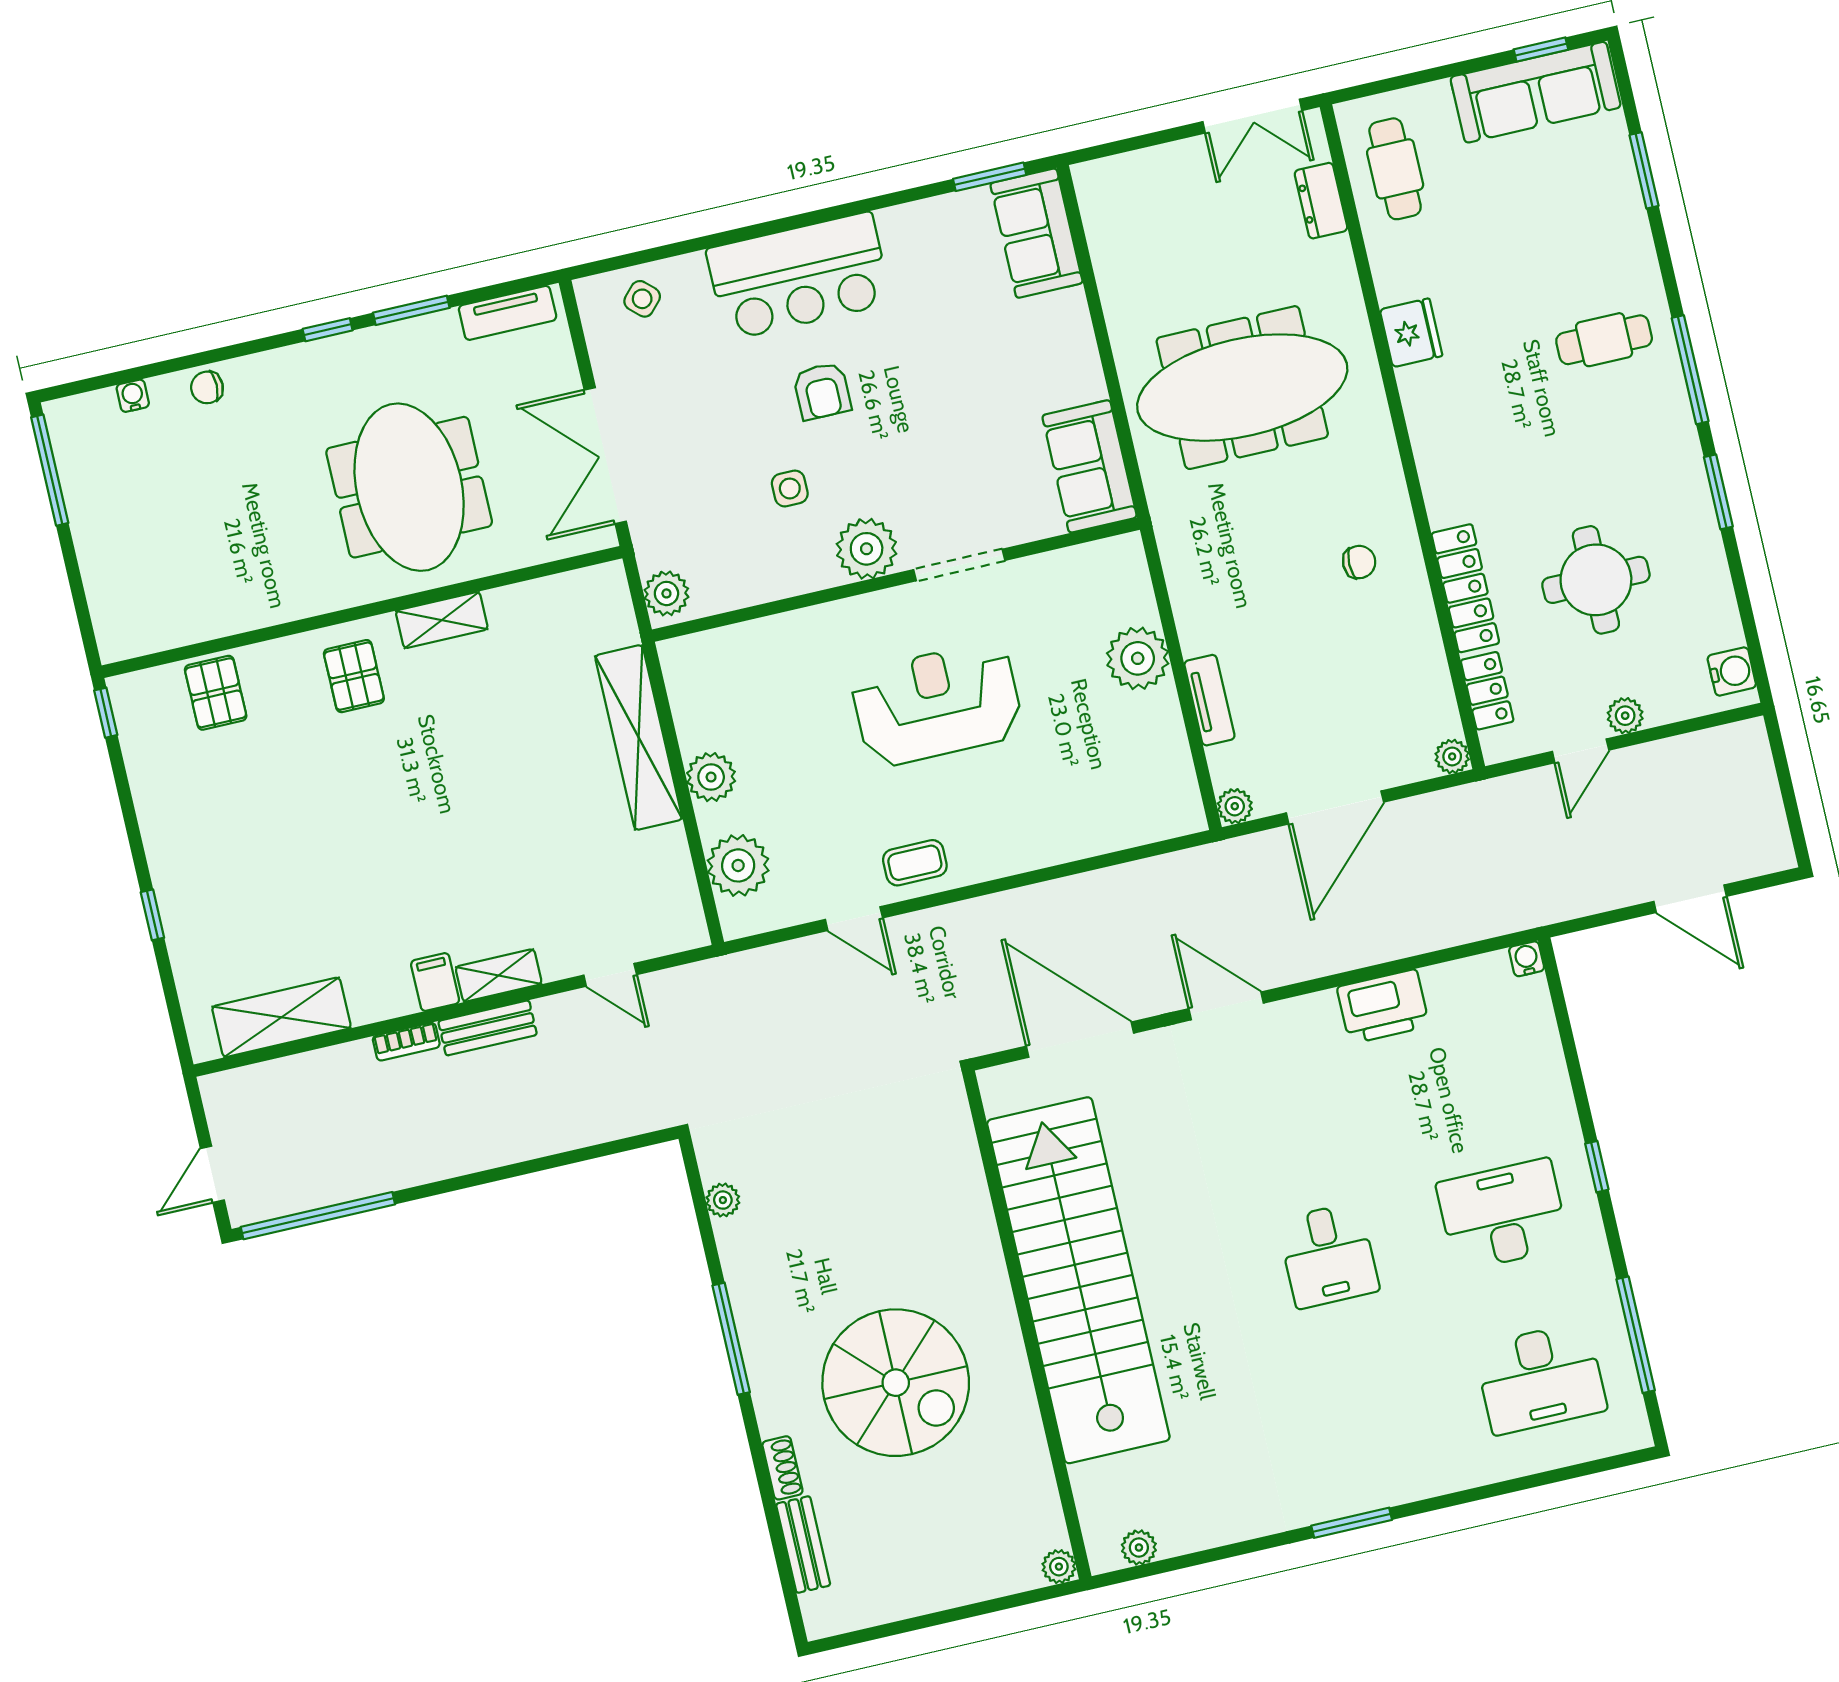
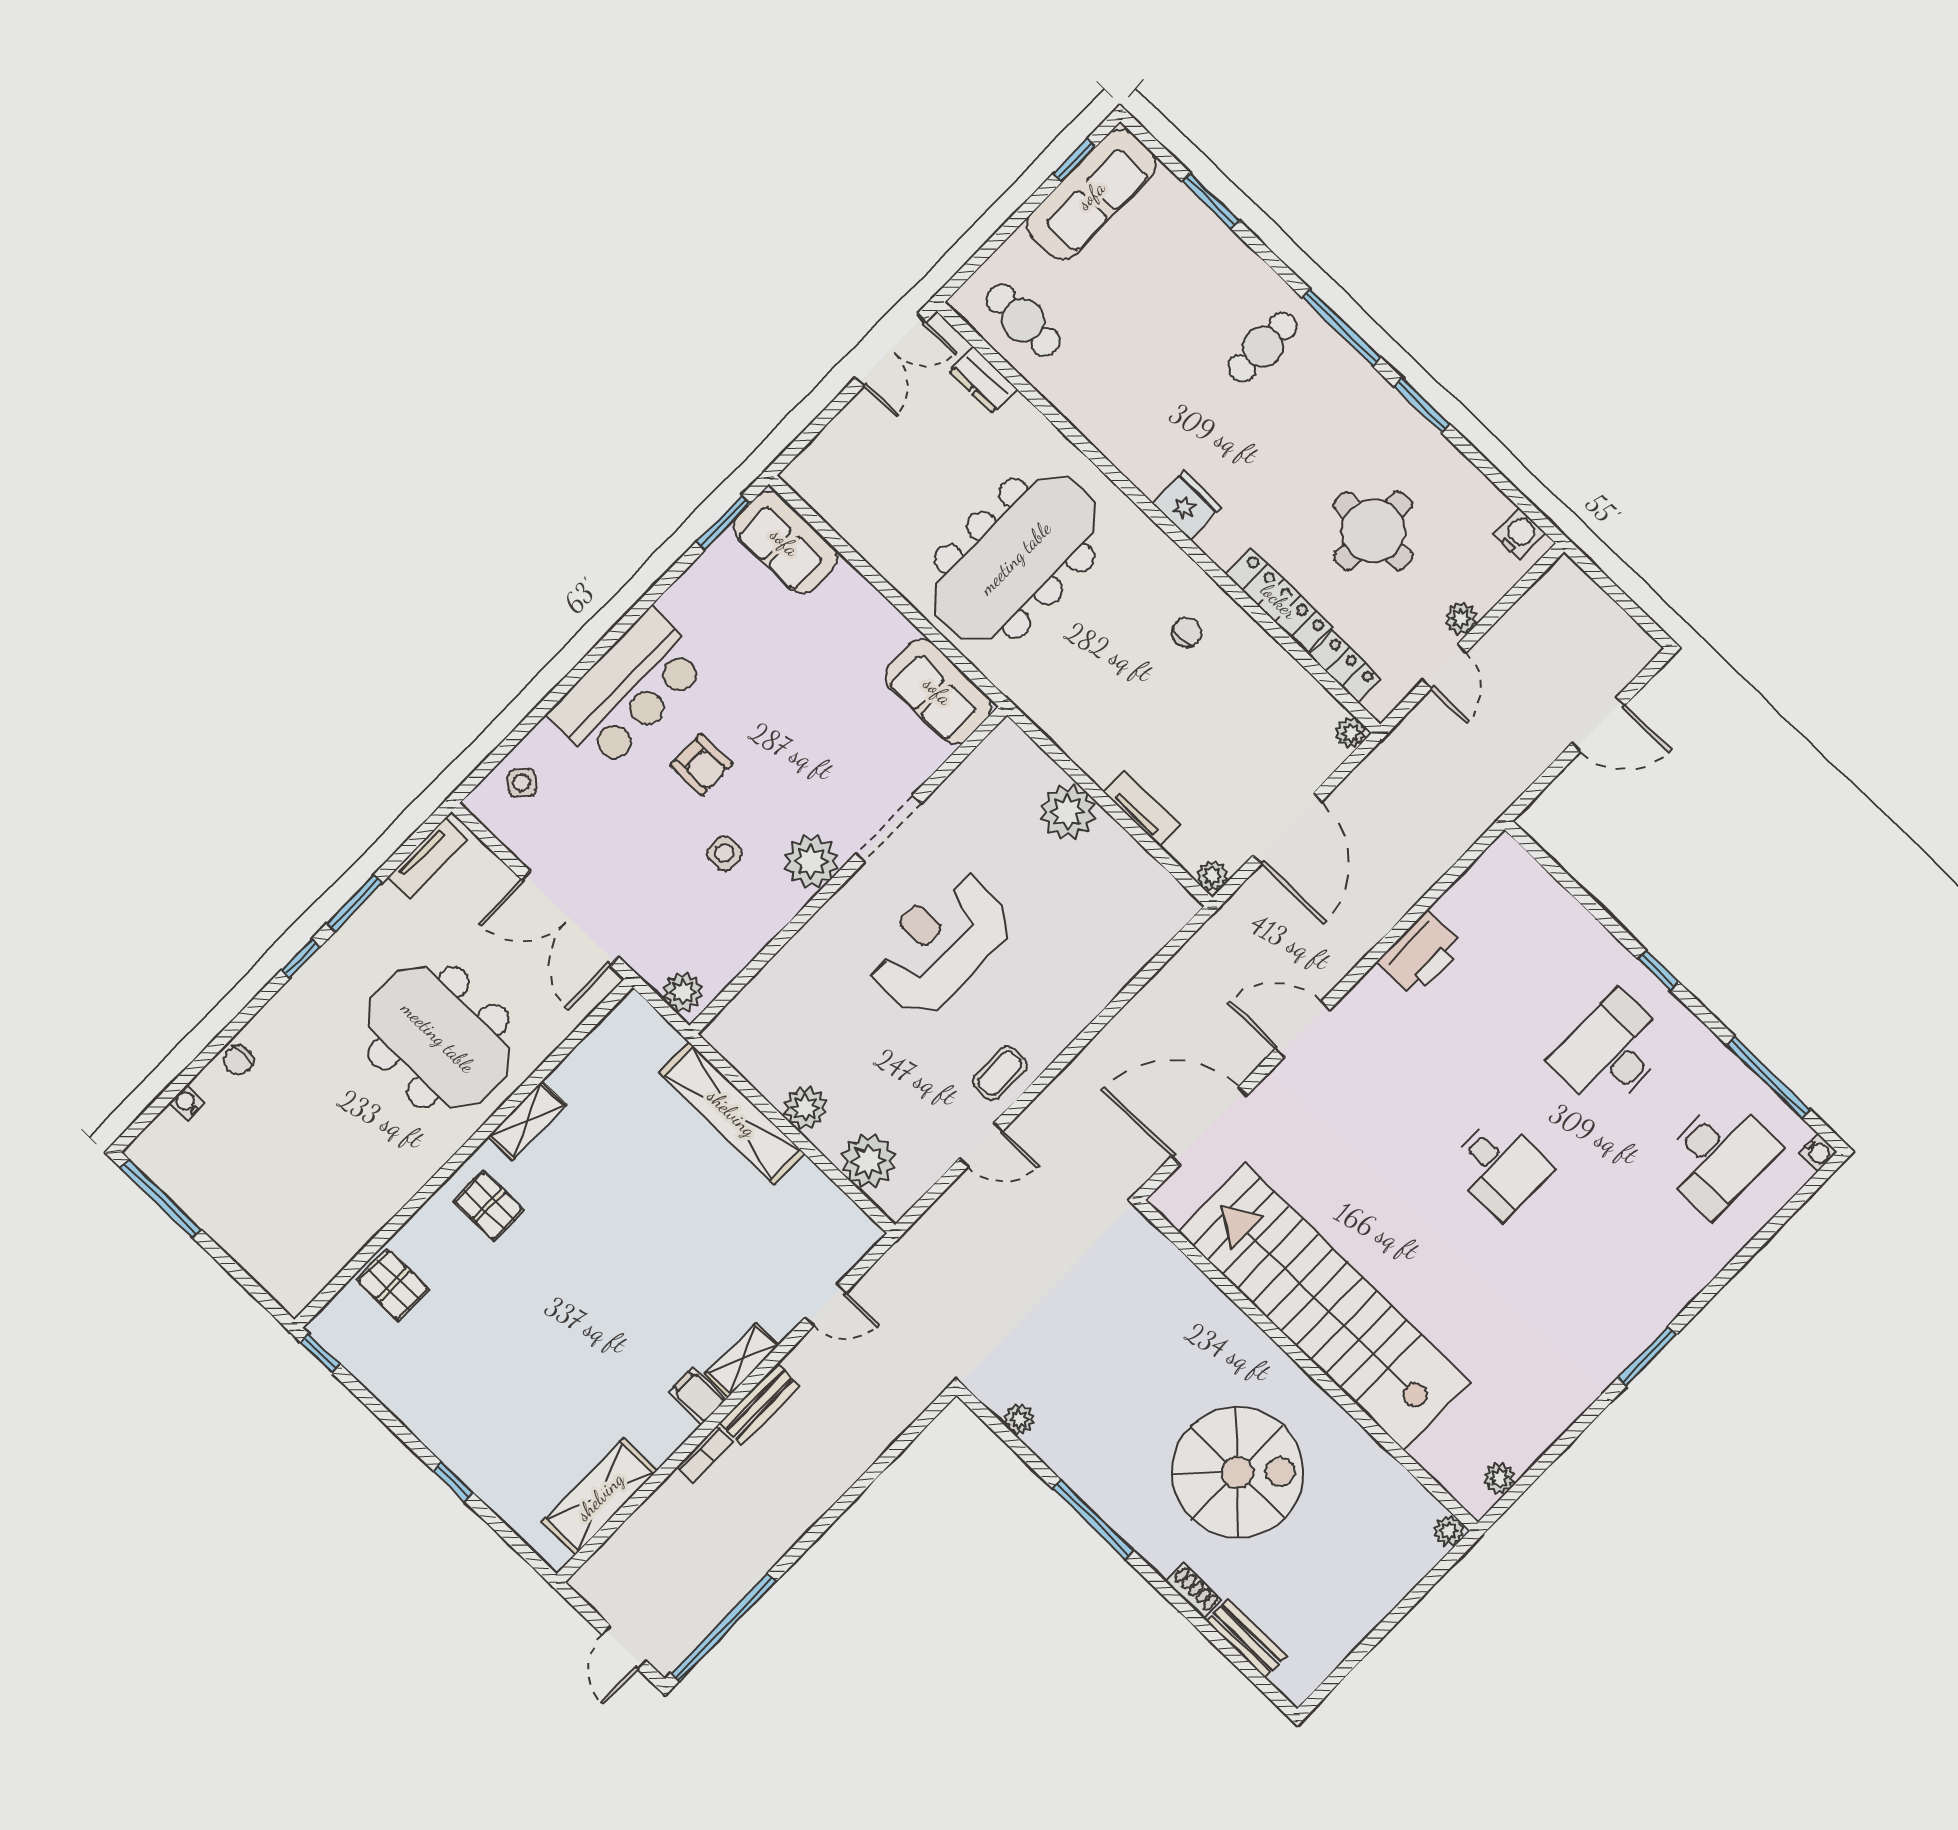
fridge: (1411, 333) -> (1187, 505), moved
water cooler: (1527, 959) -> (1818, 1152), moved, turned 180

